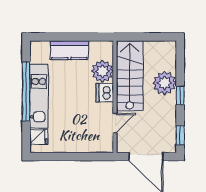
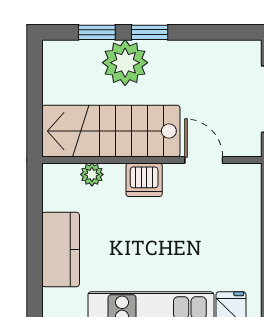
plant: (102, 71) -> (92, 174), width x0.53, depth x0.53
window: (180, 135) -> (97, 32), moved

